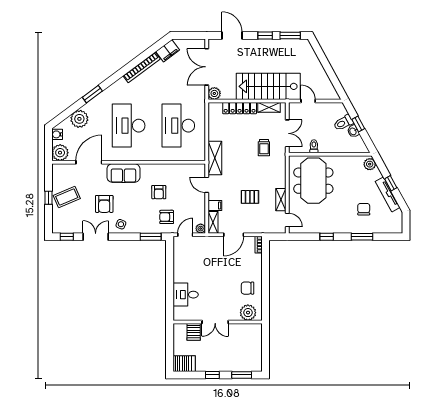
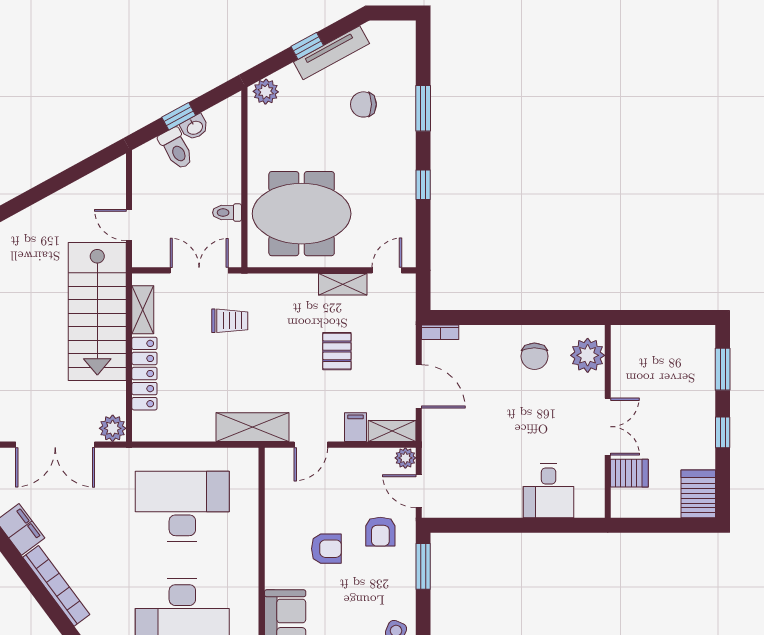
door: (308, 101) -> (129, 225), hinge flipped
desk: (178, 126) -> (182, 506), turned 180

